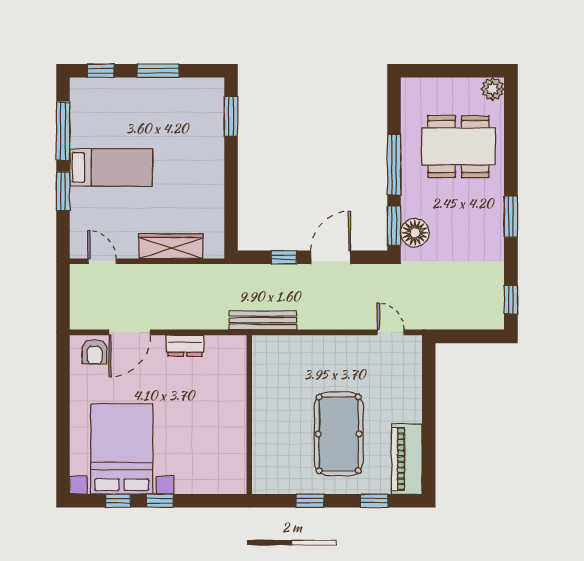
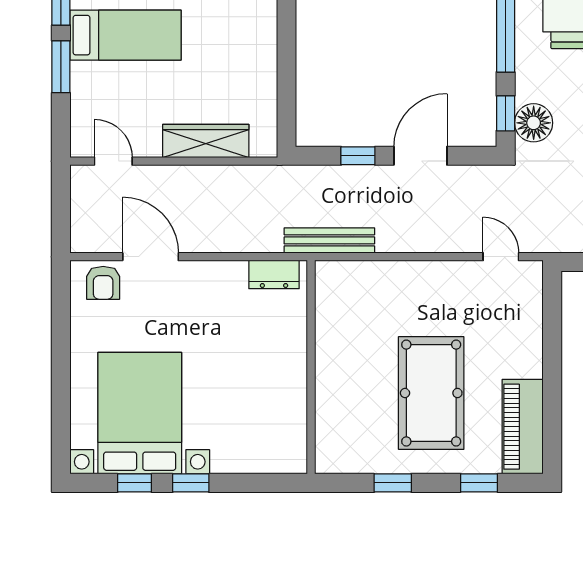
window: (394, 226) -> (506, 113), width x0.67
door: (130, 332) -> (151, 257), swing flipped
dresser: (185, 346) -> (274, 274), moved

